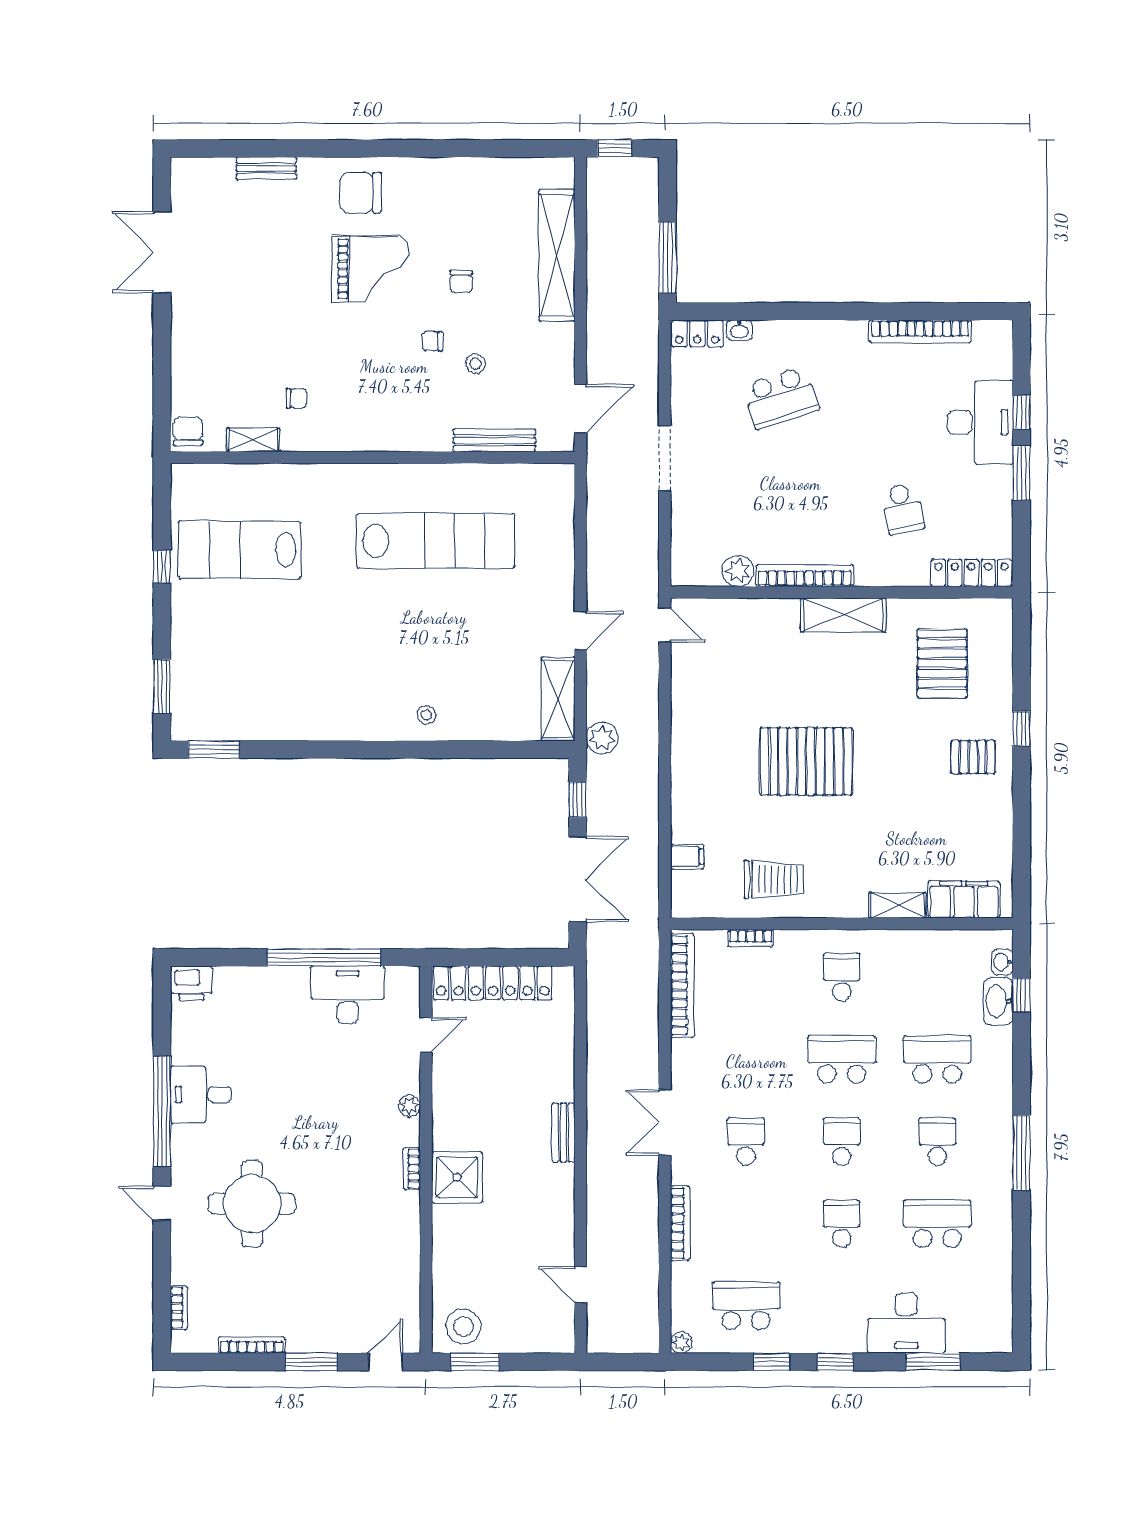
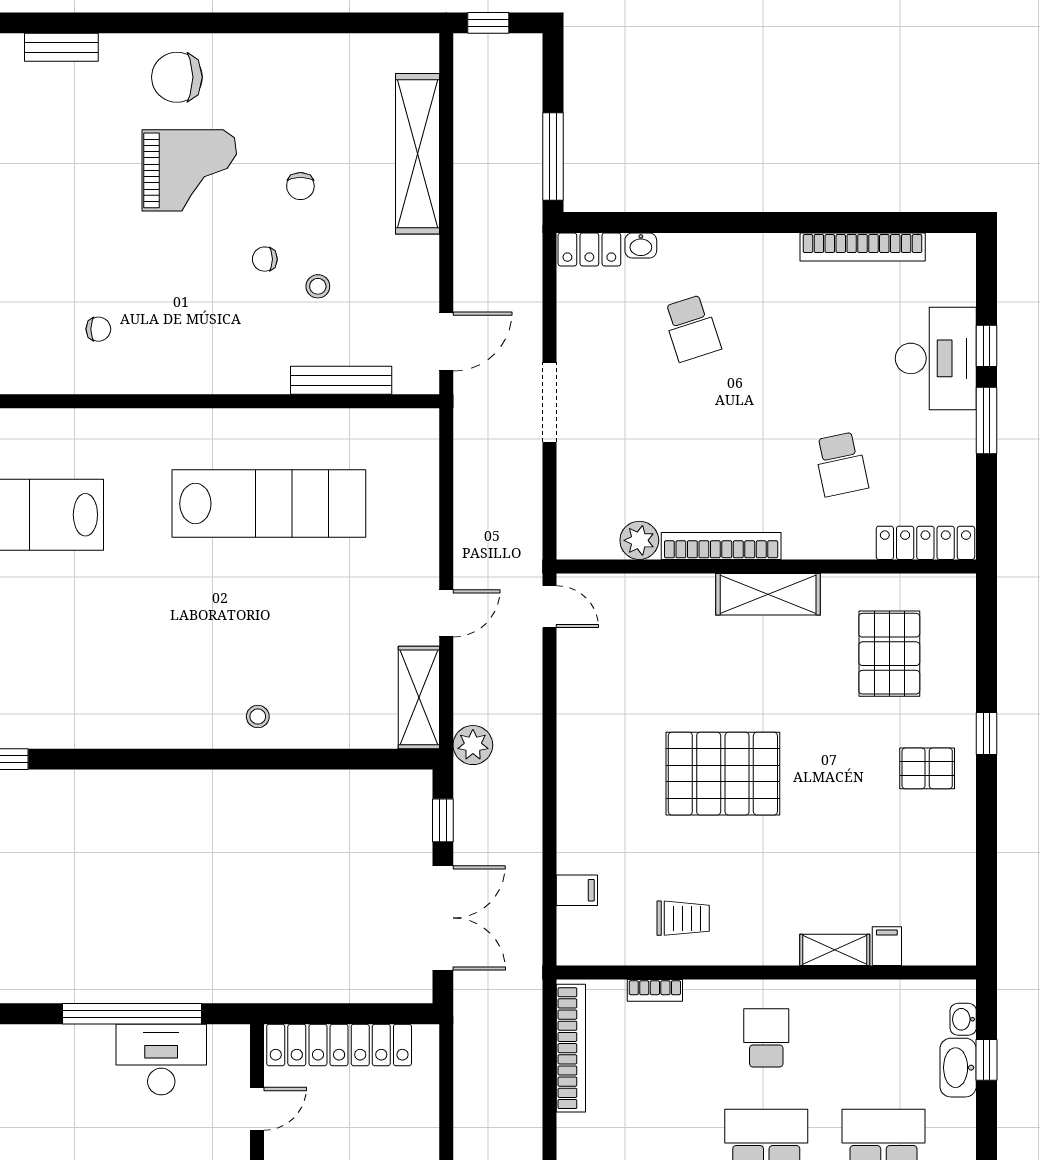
school desk: (781, 398) -> (692, 328), width x0.54
shelving: (253, 440) -> (45, 380), removed
trolley: (774, 879) -> (683, 918), width x0.73, depth x0.72
filing cabinet: (964, 900) -> (887, 946), width x0.33, depth x0.86

